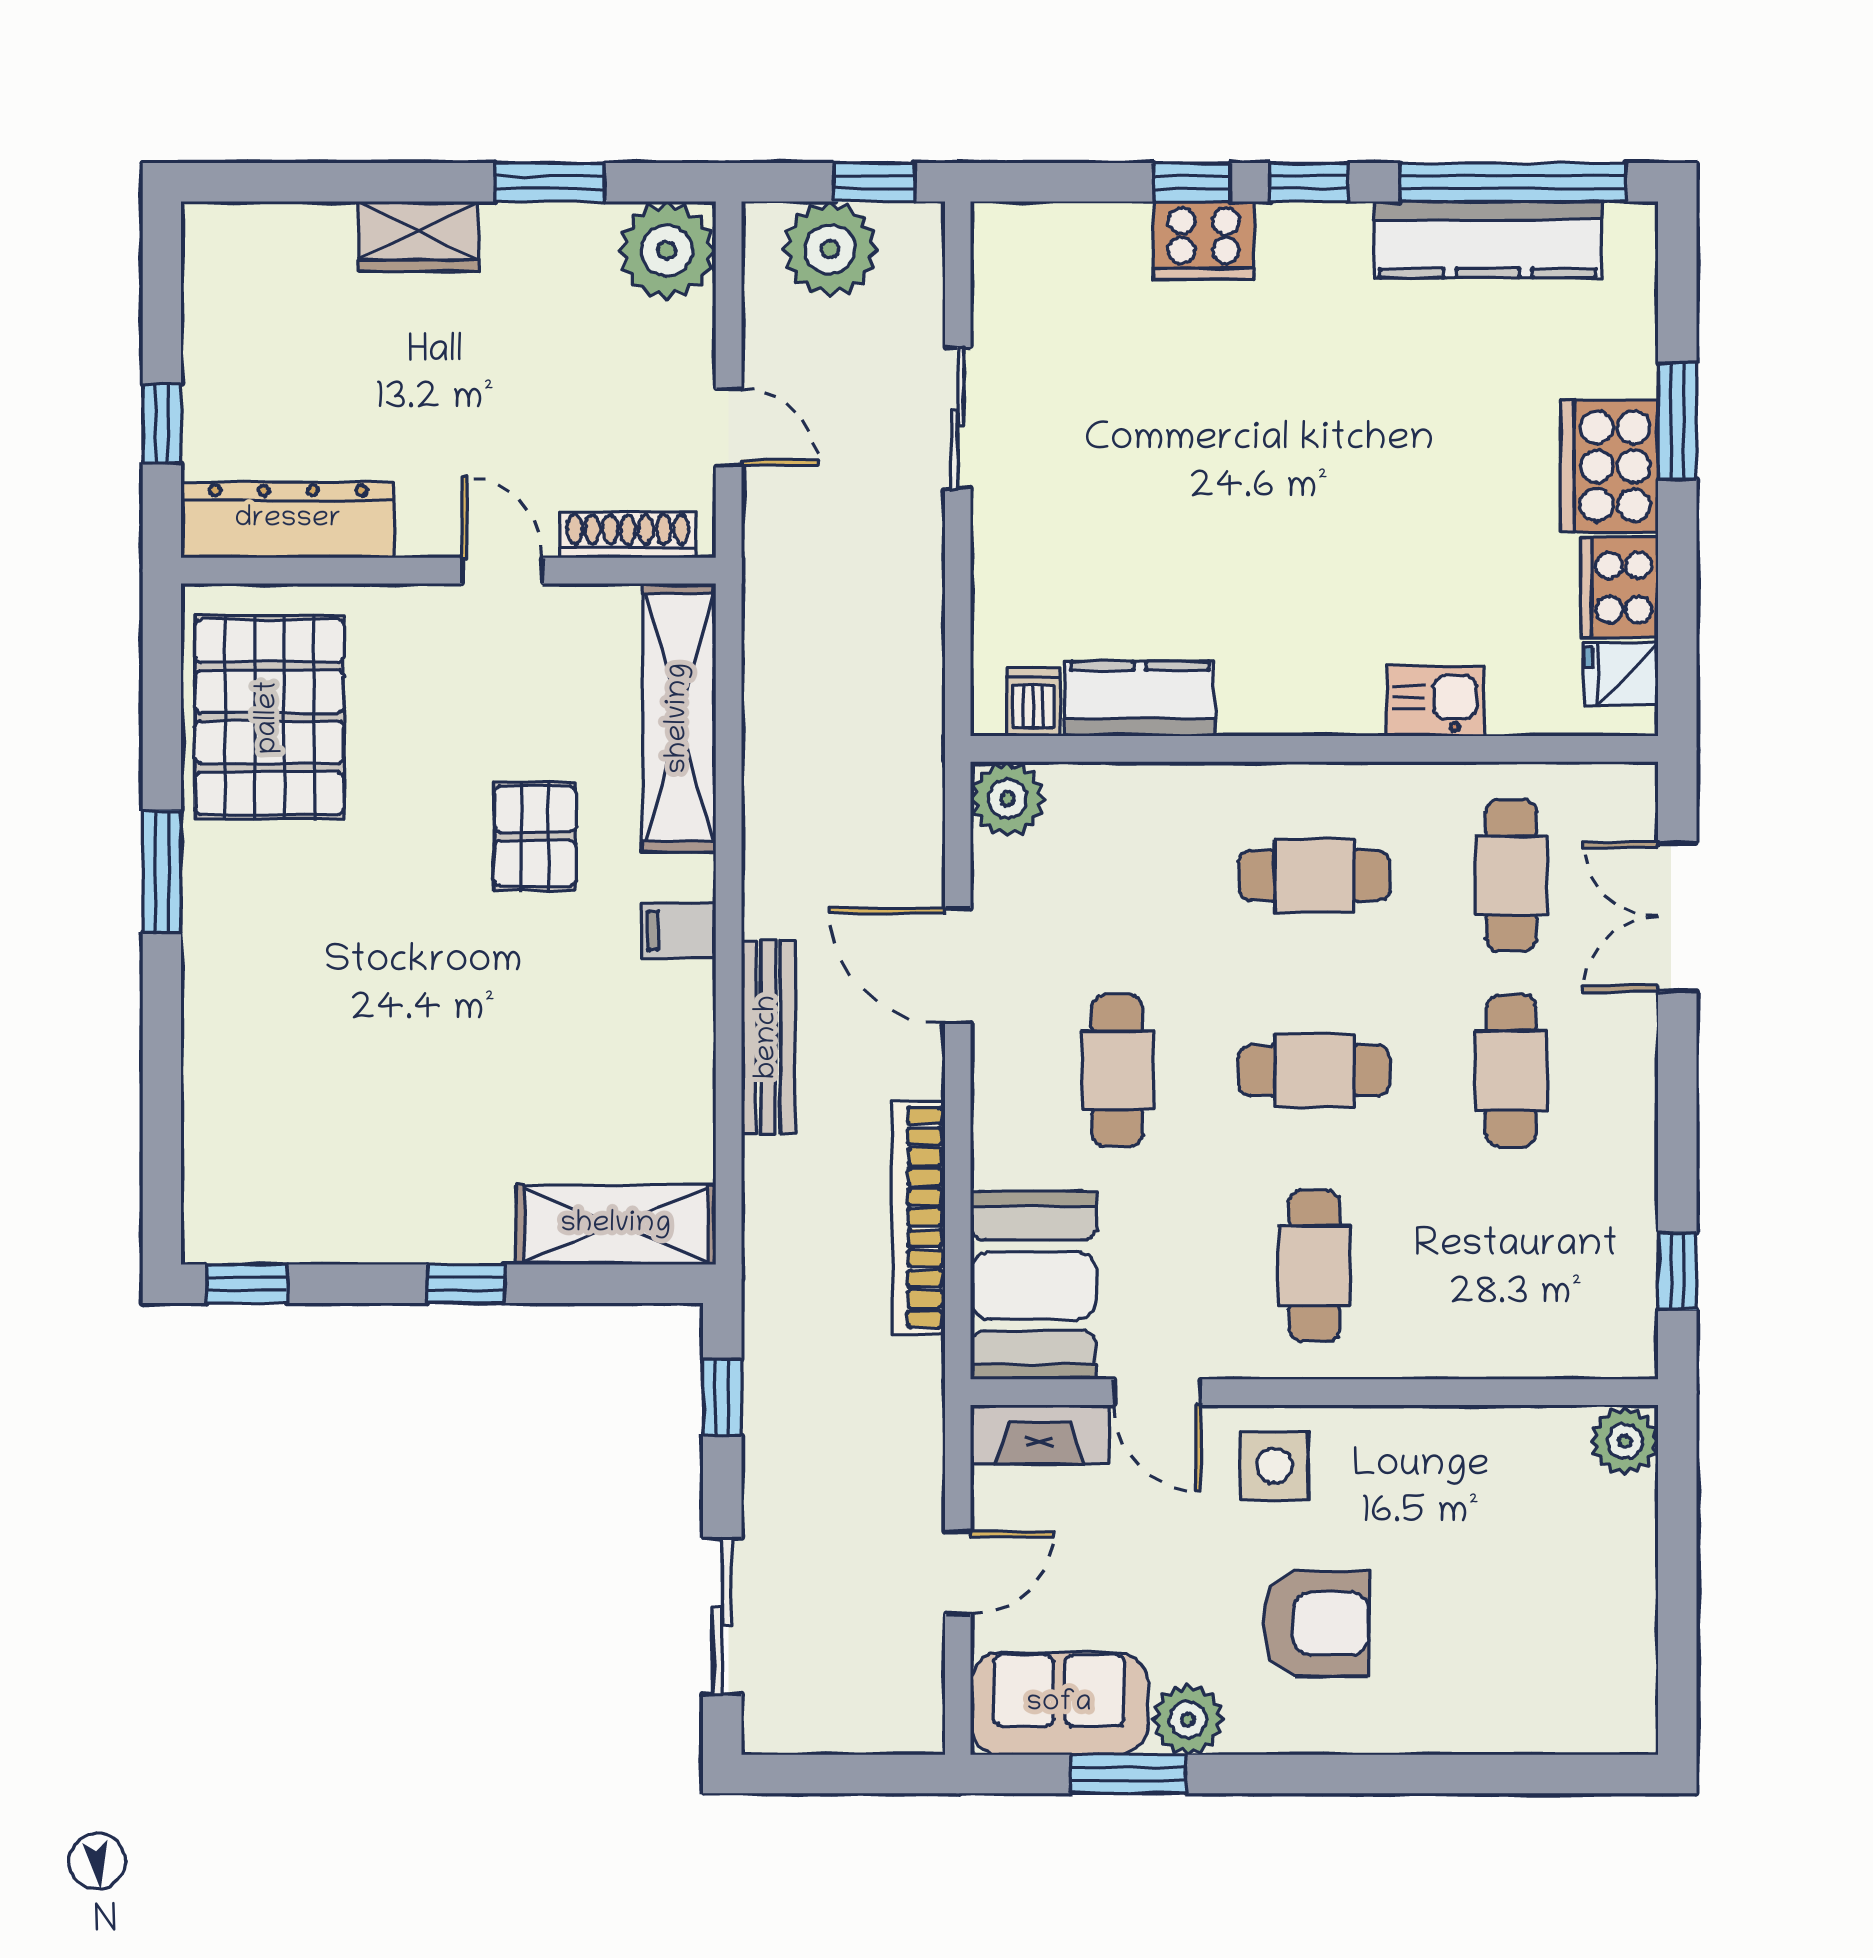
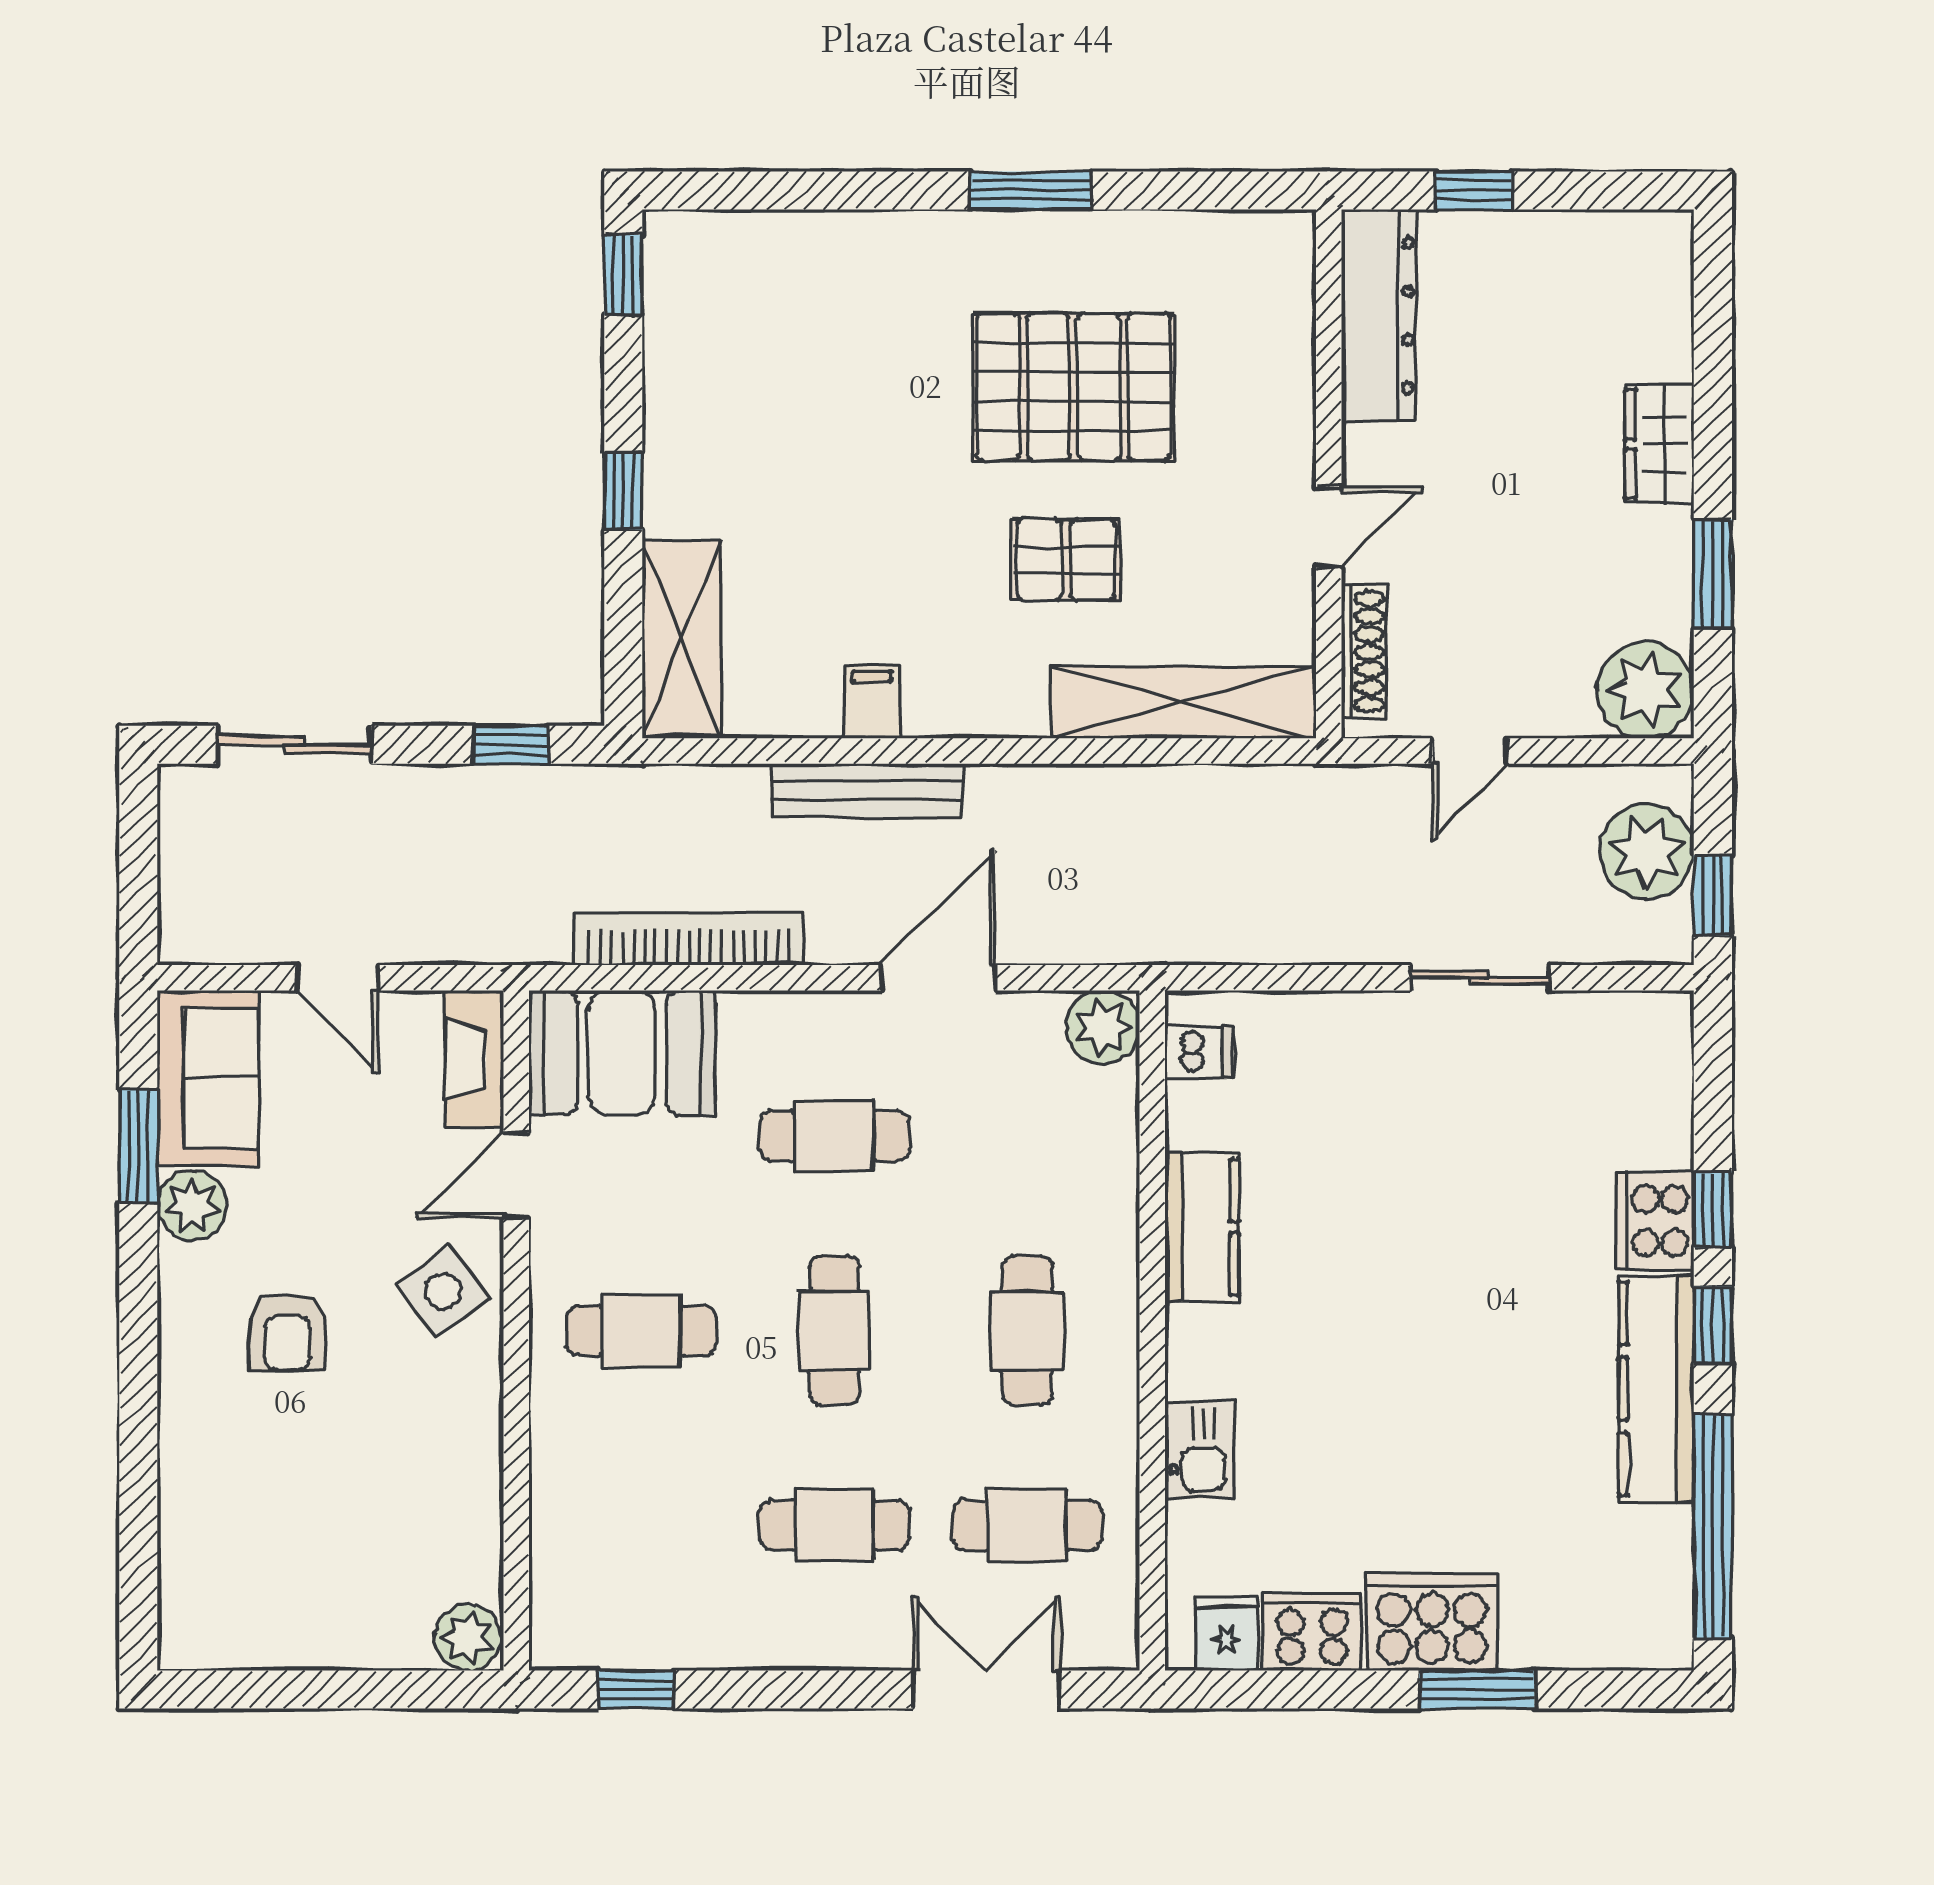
kitchen counter: (1488, 239) -> (1656, 1389), moved
kitchen counter: (1140, 699) -> (1202, 1227), moved
pallet: (269, 717) -> (1074, 387), moved
filing cabinet: (679, 931) -> (872, 702), moved
side table: (1275, 1466) -> (443, 1291), turned -36
armchair: (1316, 1624) -> (287, 1332), width x0.72, depth x0.72

